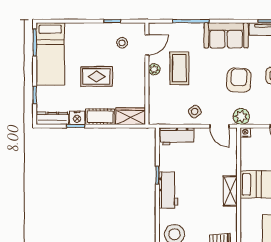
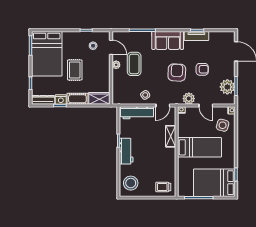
door: (147, 45) -> (111, 47), hinge flipped
bed: (50, 54) -> (47, 54), width x1.50
rug: (97, 77) -> (75, 70), turned 90
plant: (241, 116) -> (189, 99), moved
door: (219, 126) -> (163, 105), hinge flipped
workbench: (177, 136) -> (137, 113), width x1.38
shelving: (230, 191) -> (171, 136), moved

